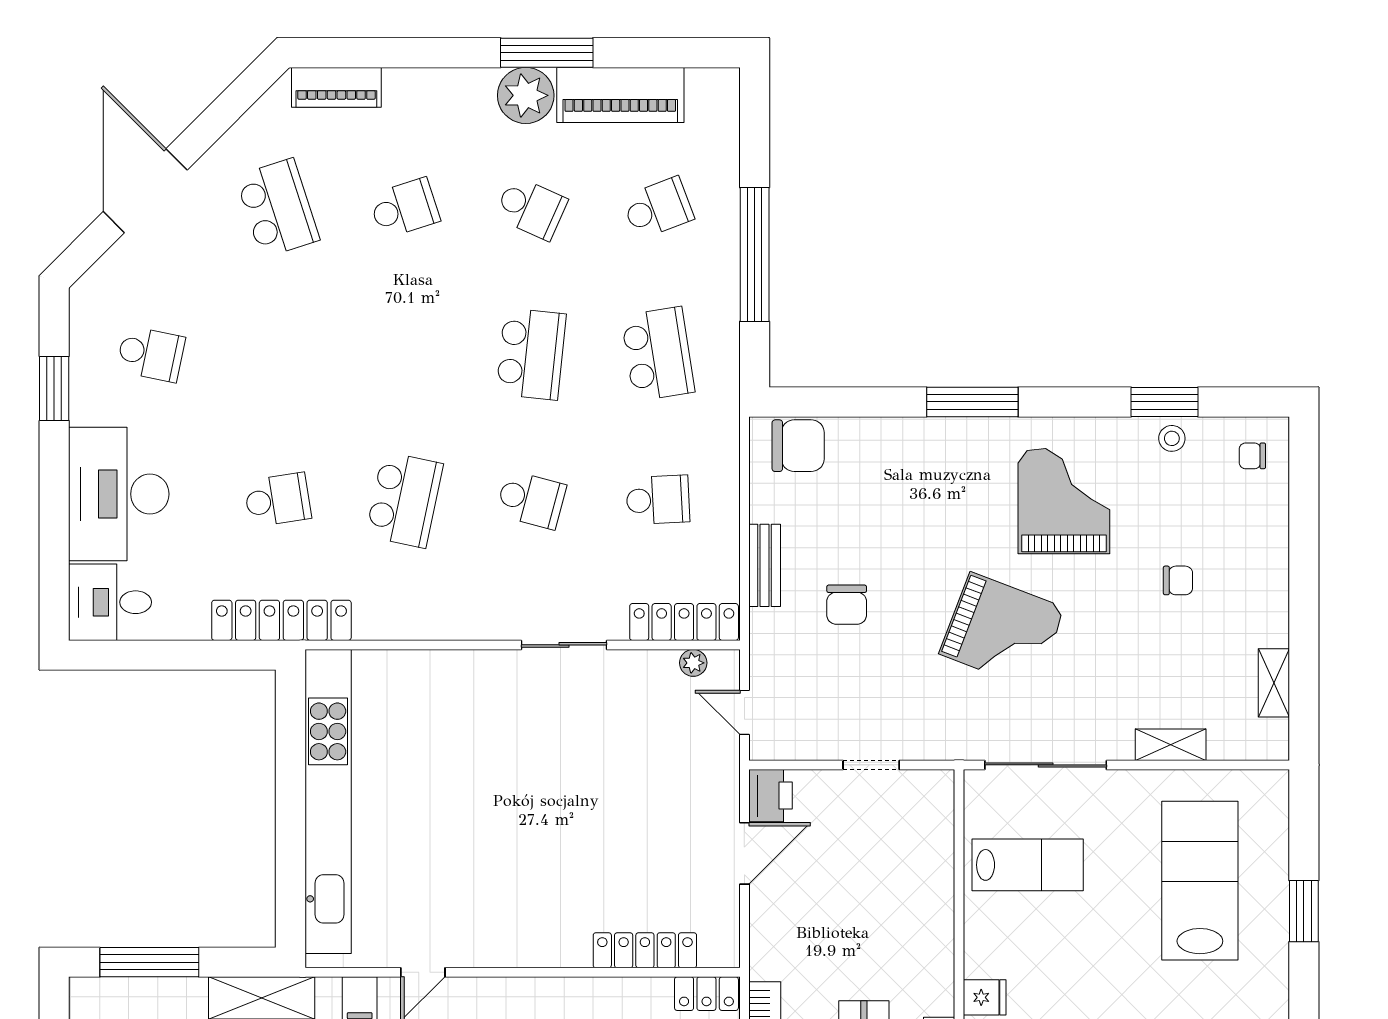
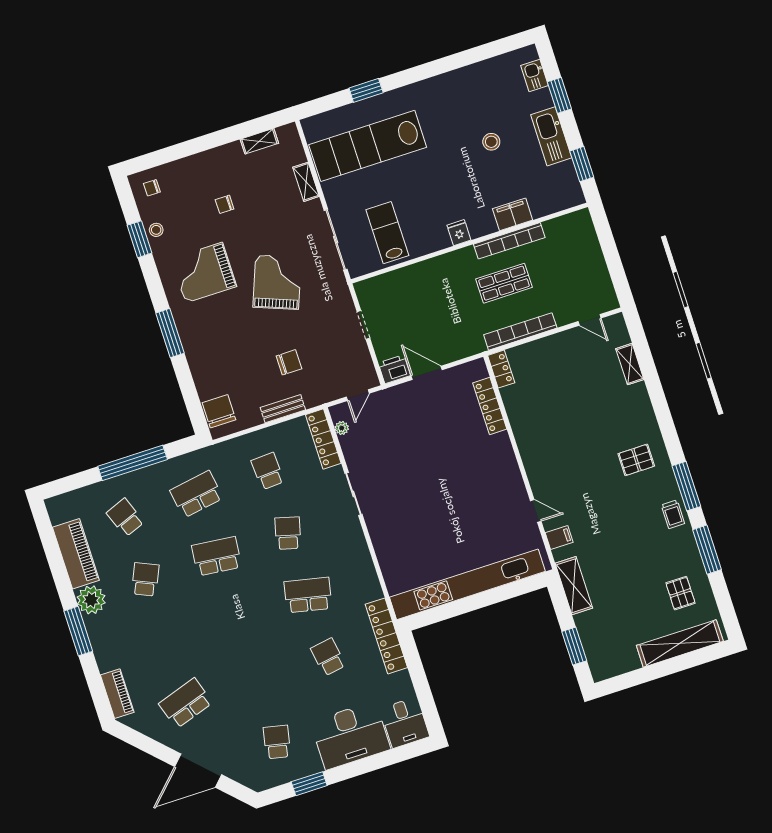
window: (547, 53) -> (78, 631), moved
school desk: (404, 208) -> (165, 641), removed
chair: (1252, 456) -> (152, 188), turned 90
chair: (1178, 580) -> (225, 204), turned -90
lab bench: (1200, 881) -> (368, 146), width x1.36
window: (149, 962) -> (574, 646), width x0.69

